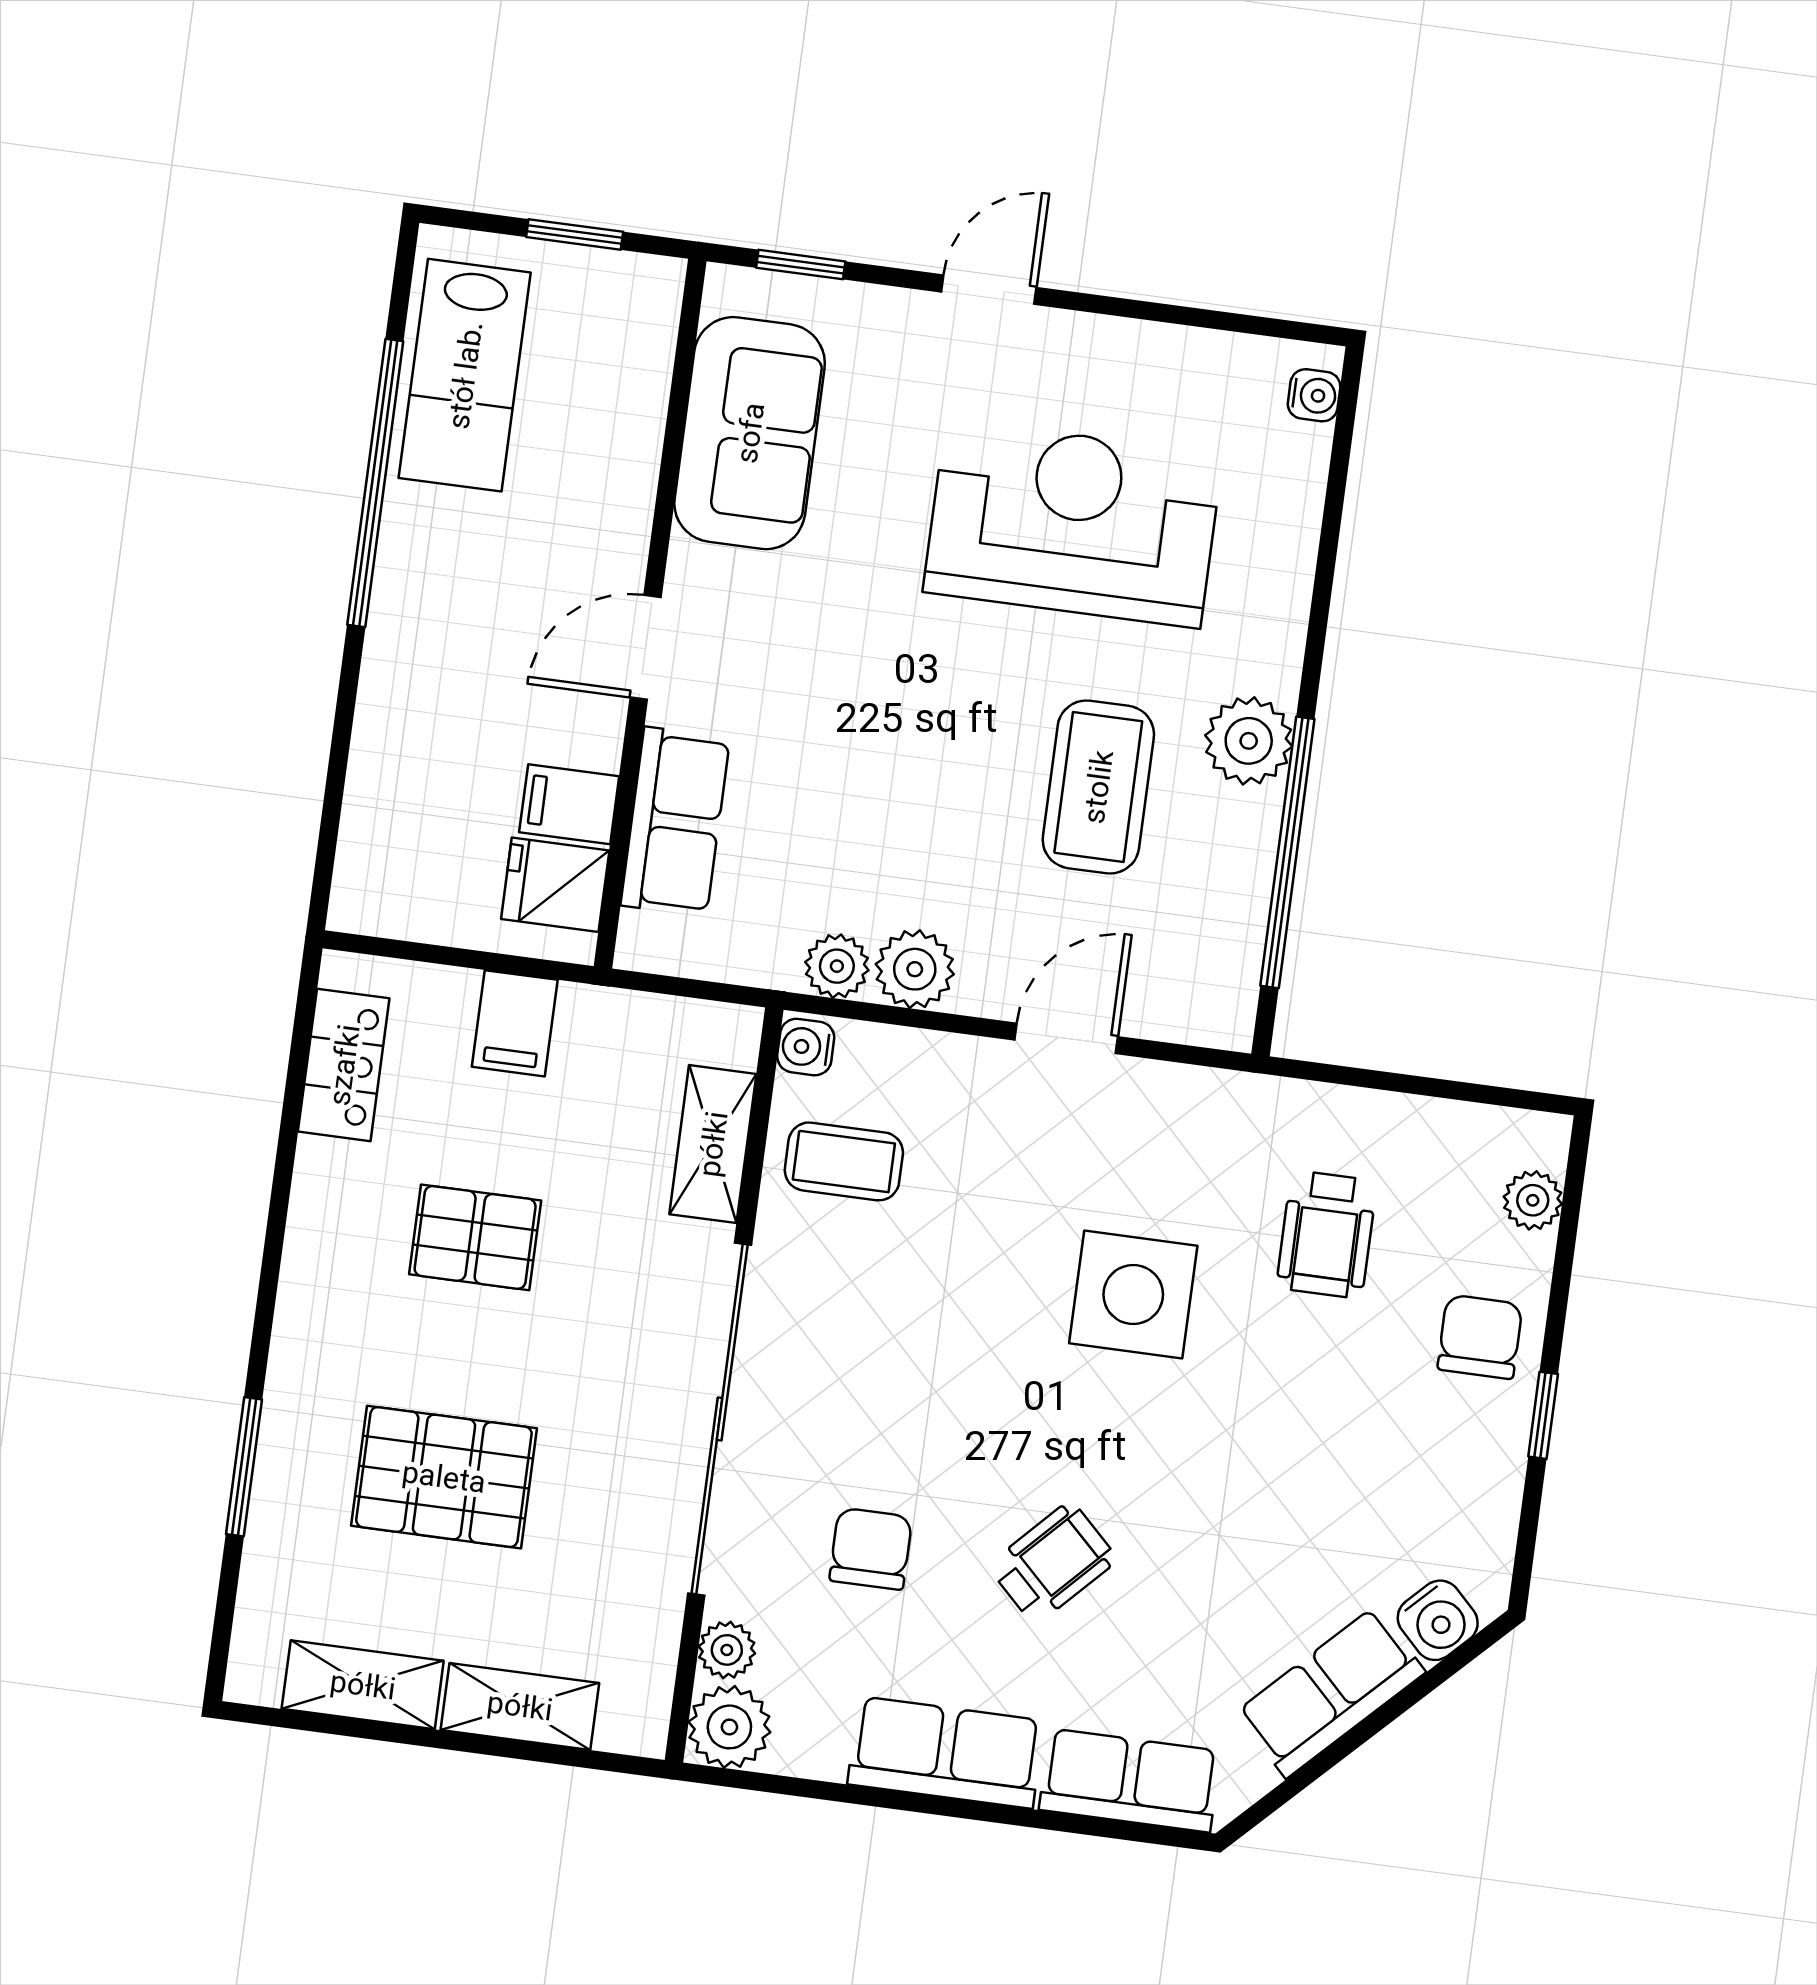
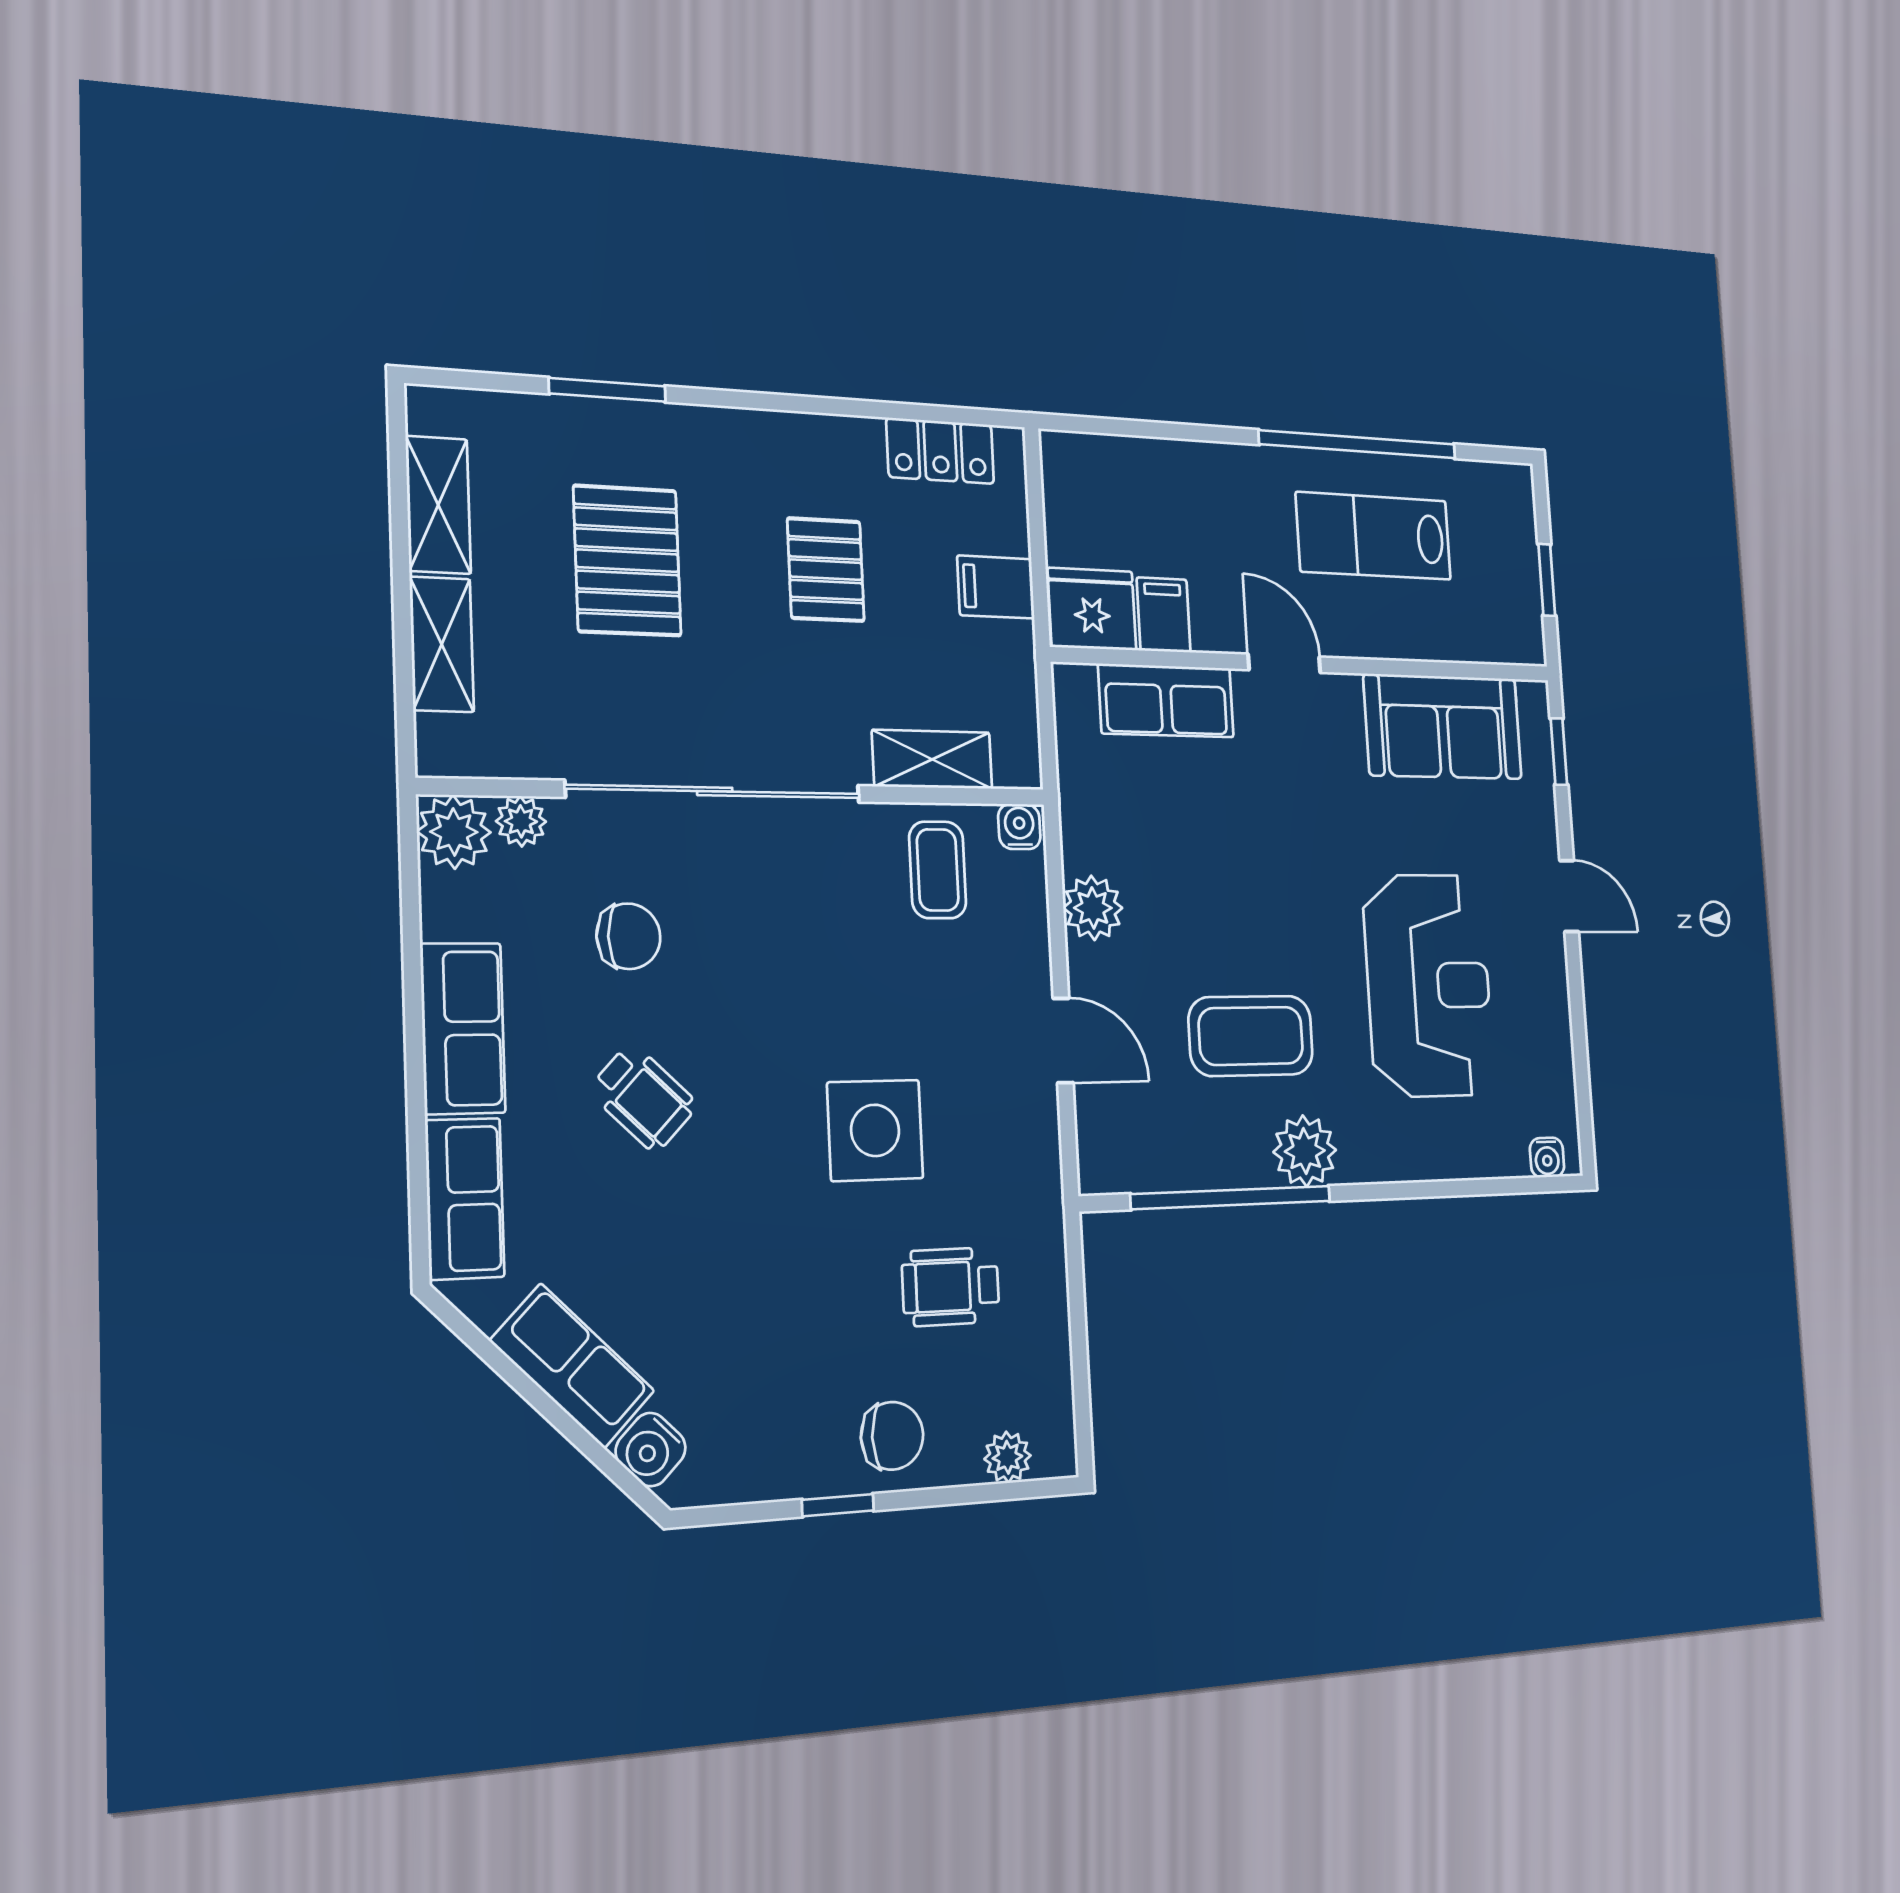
lab bench: (465, 375) -> (1374, 536), moved
fridge: (555, 885) -> (1092, 609), width x1.38
plant: (837, 966) -> (1084, 844), removed

